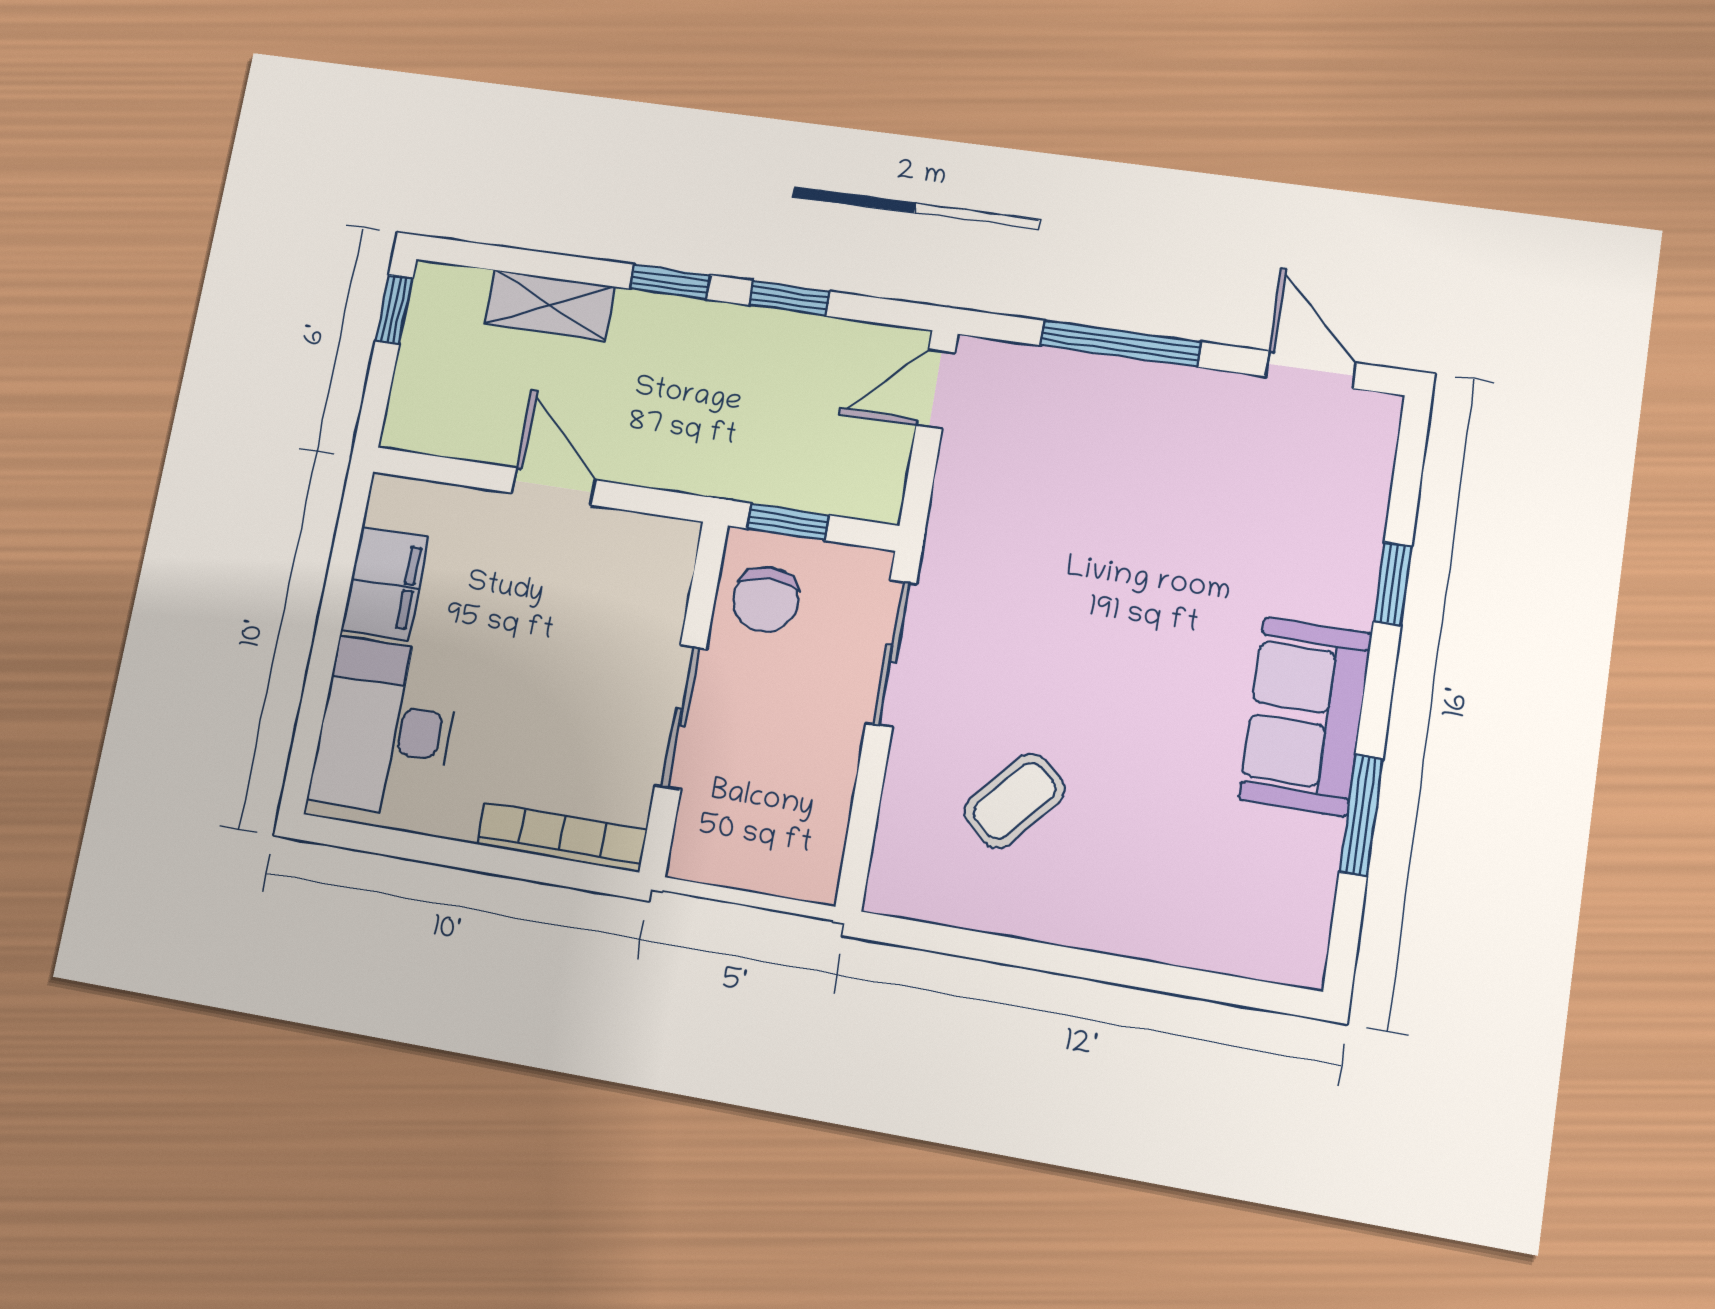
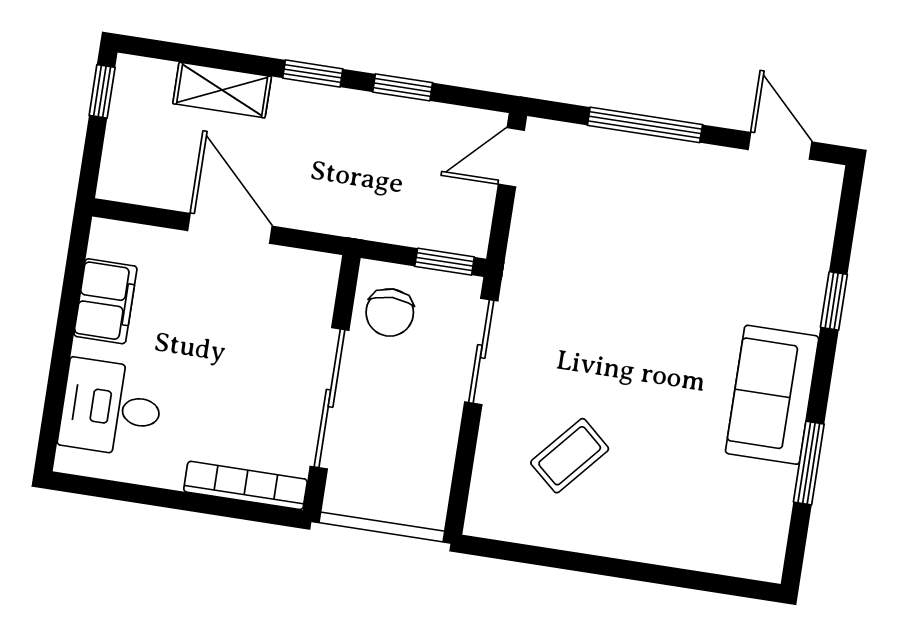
door: (554, 486) -> (230, 228), width x1.37
window: (788, 522) -> (445, 262), moved
sliding door: (681, 717) -> (330, 398), width x1.37
desk: (386, 728) -> (111, 408), width x0.73

